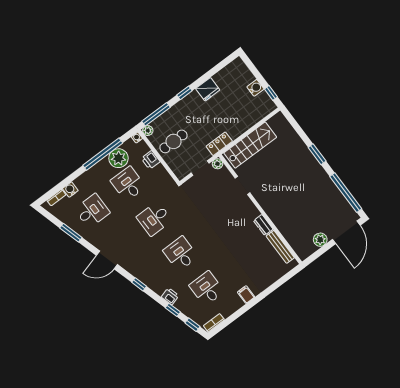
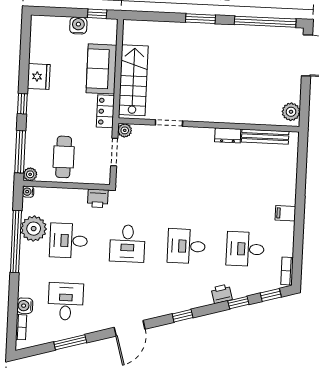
sofa: (242, 121) -> (101, 69), added
printer: (151, 160) -> (98, 198), moved
plant: (320, 240) -> (291, 112), moved

